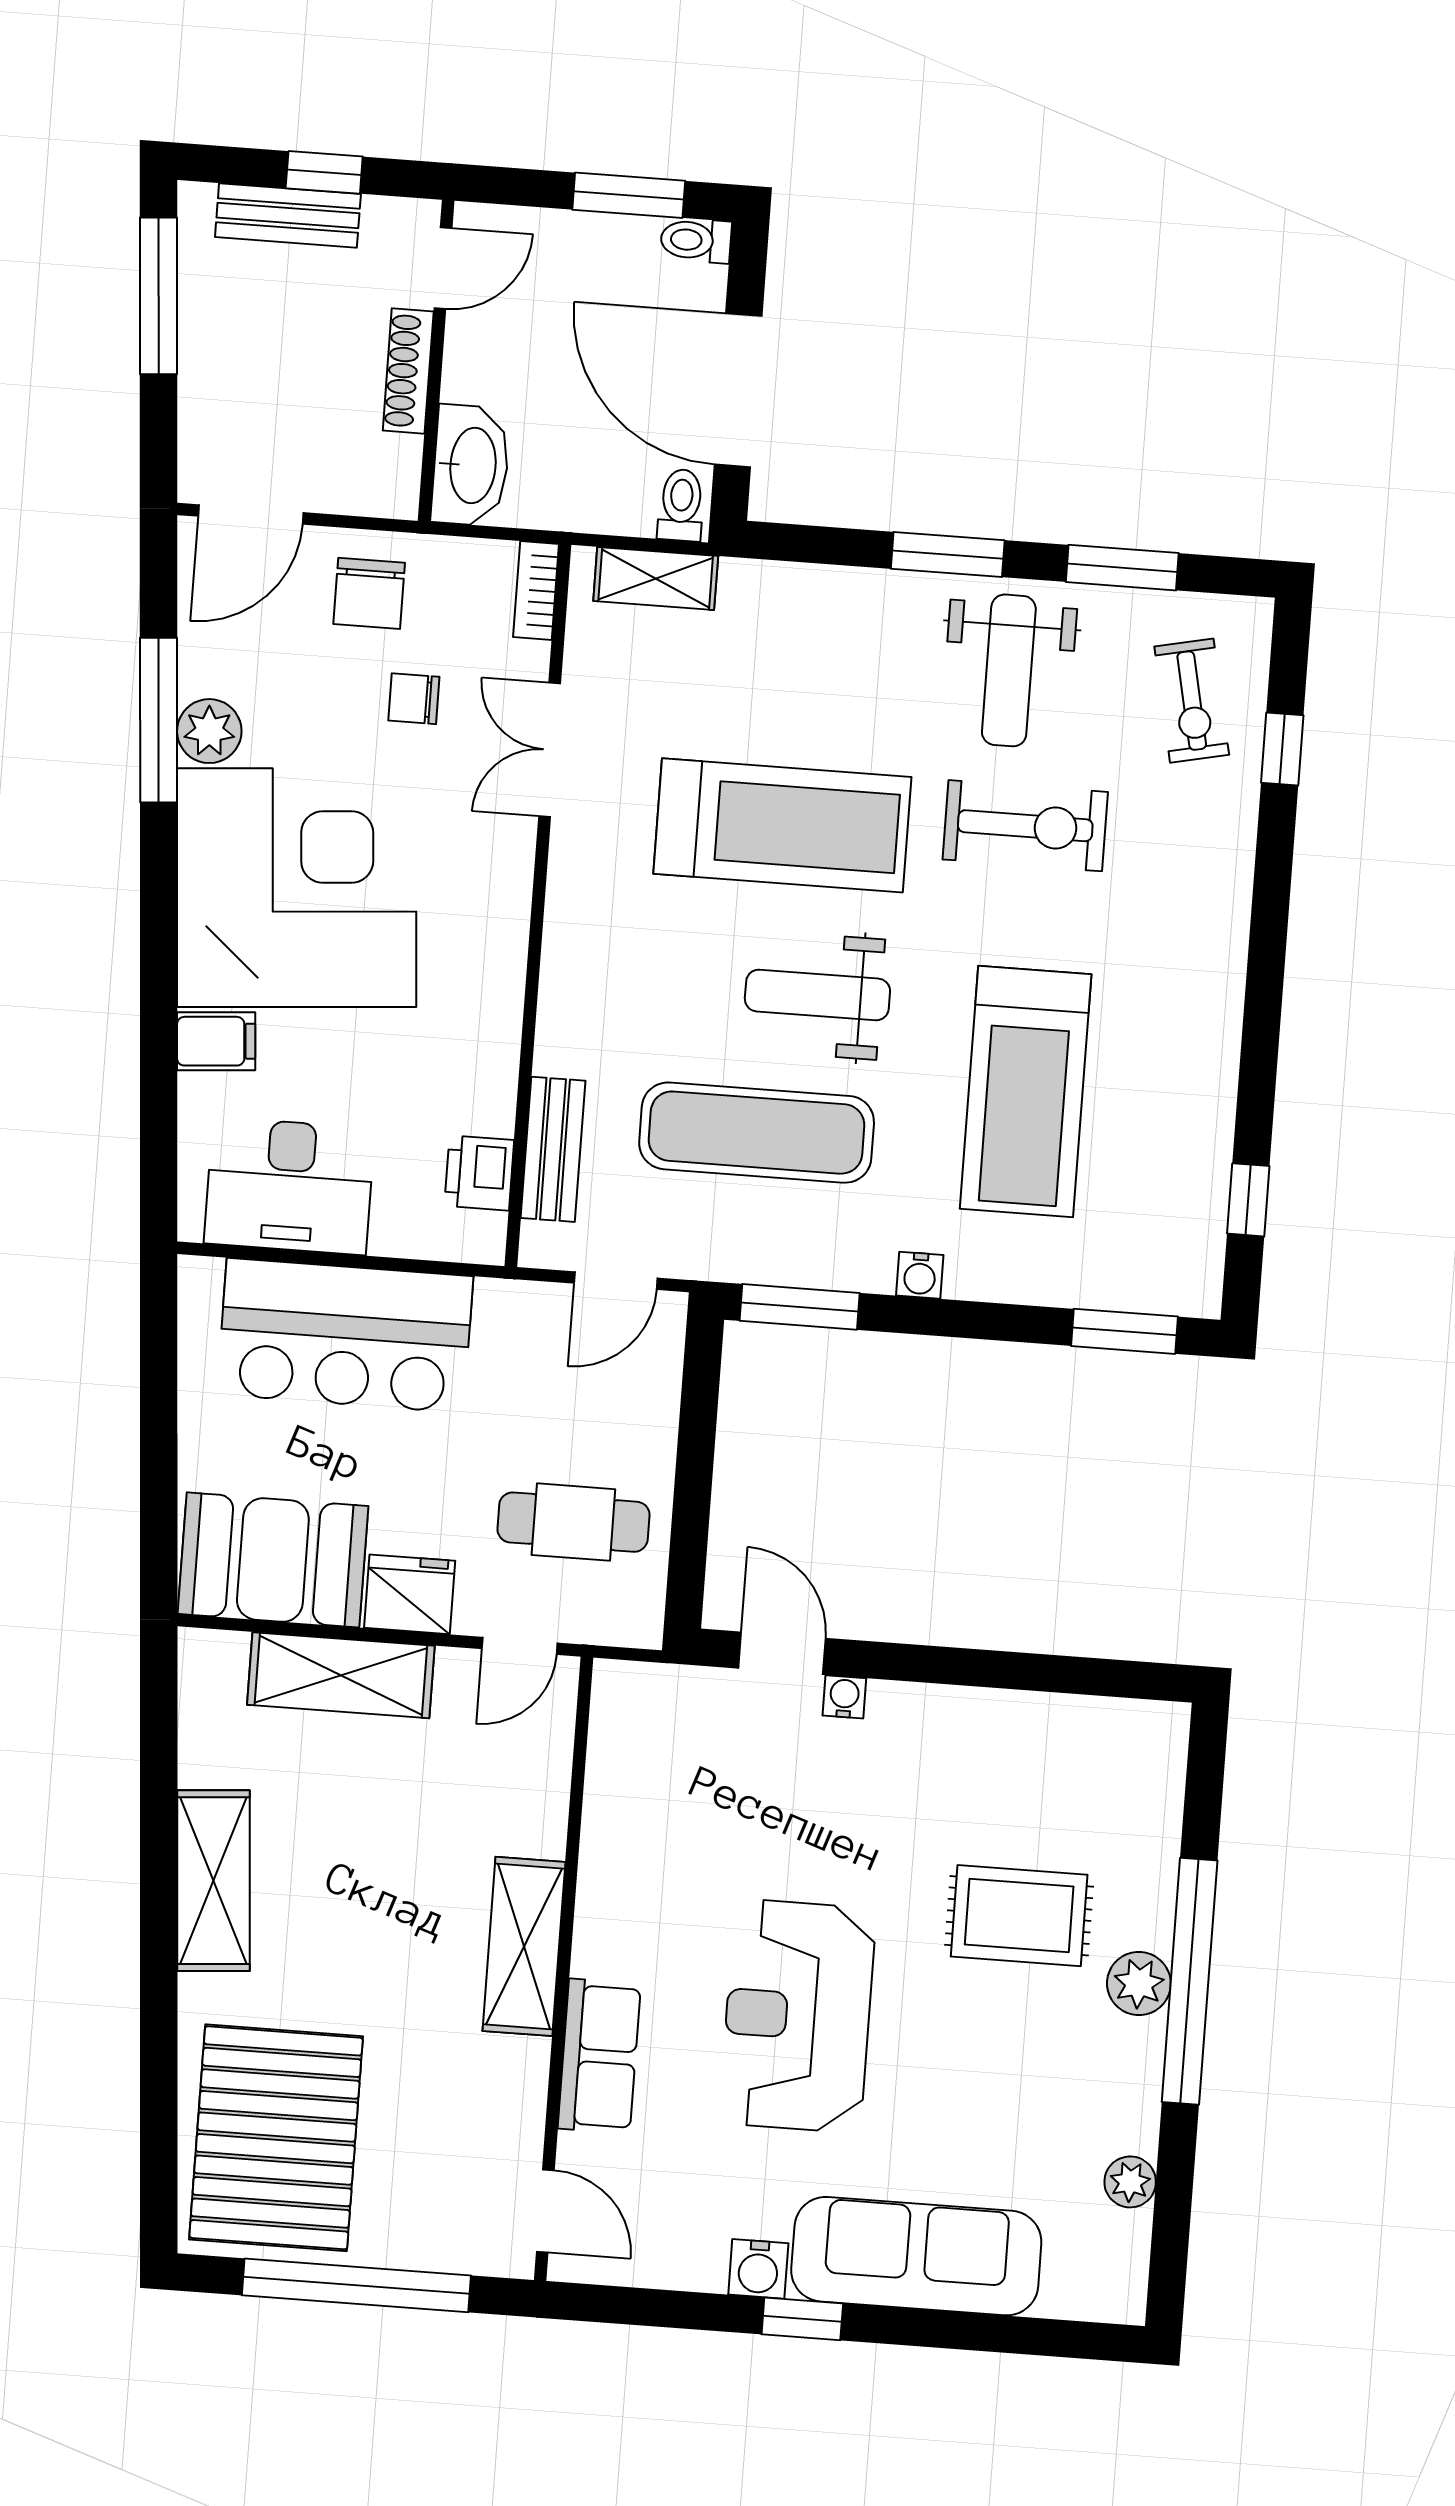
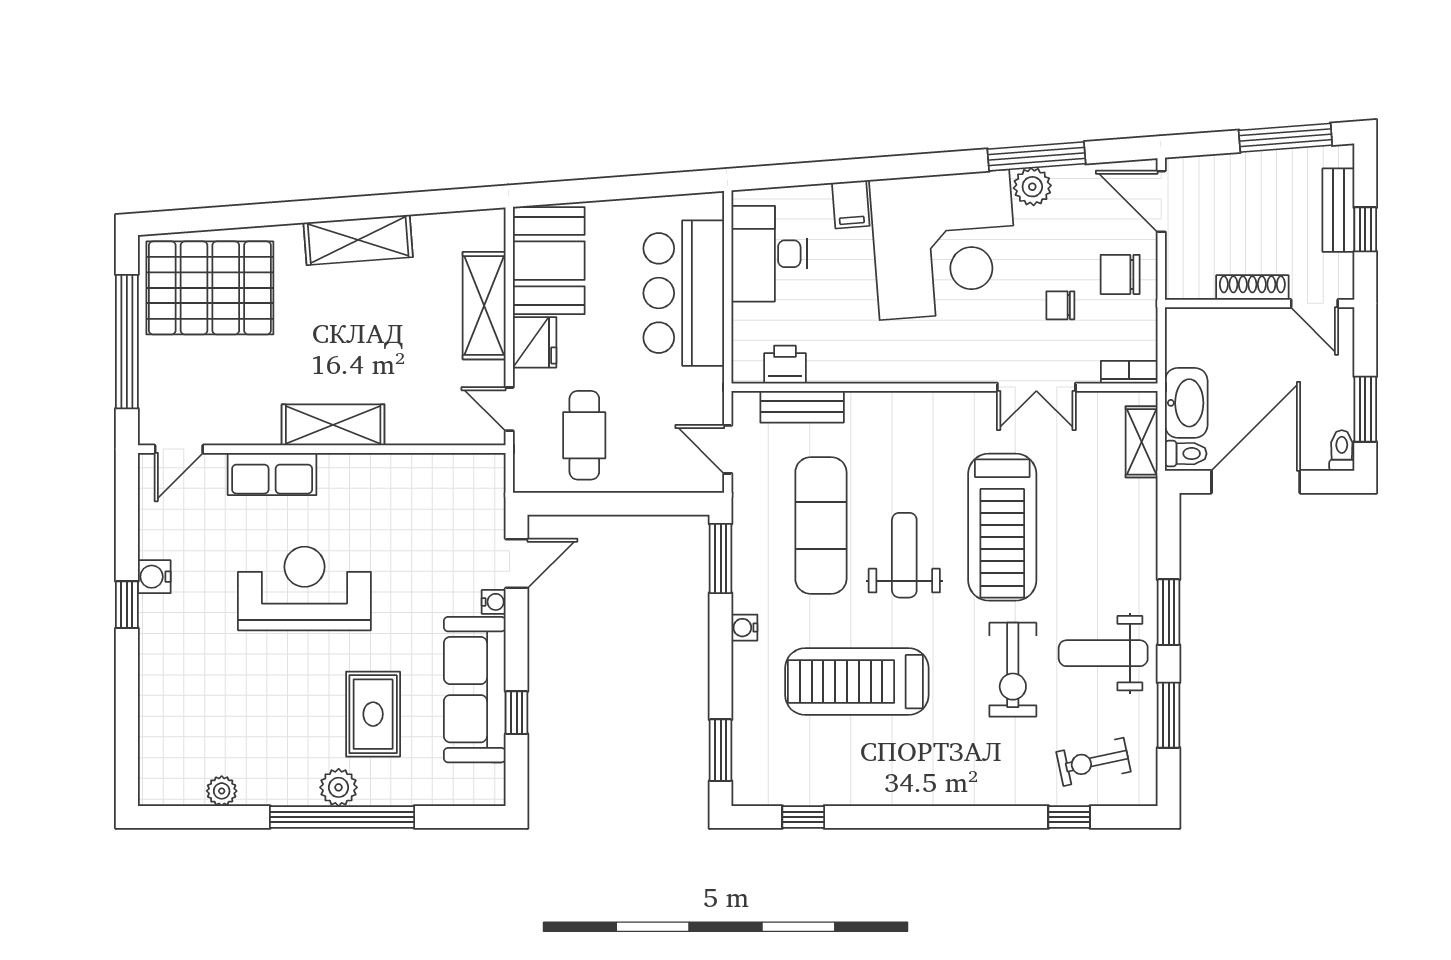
washbasin: (471, 465) -> (1186, 403), moved, turned -90
chair: (414, 699) -> (1060, 305), turned -90
double door: (550, 750) -> (1036, 387), swing flipped
window: (1035, 1672) -> (517, 713), added
sofa: (916, 2256) -> (475, 690), moved, turned 180

